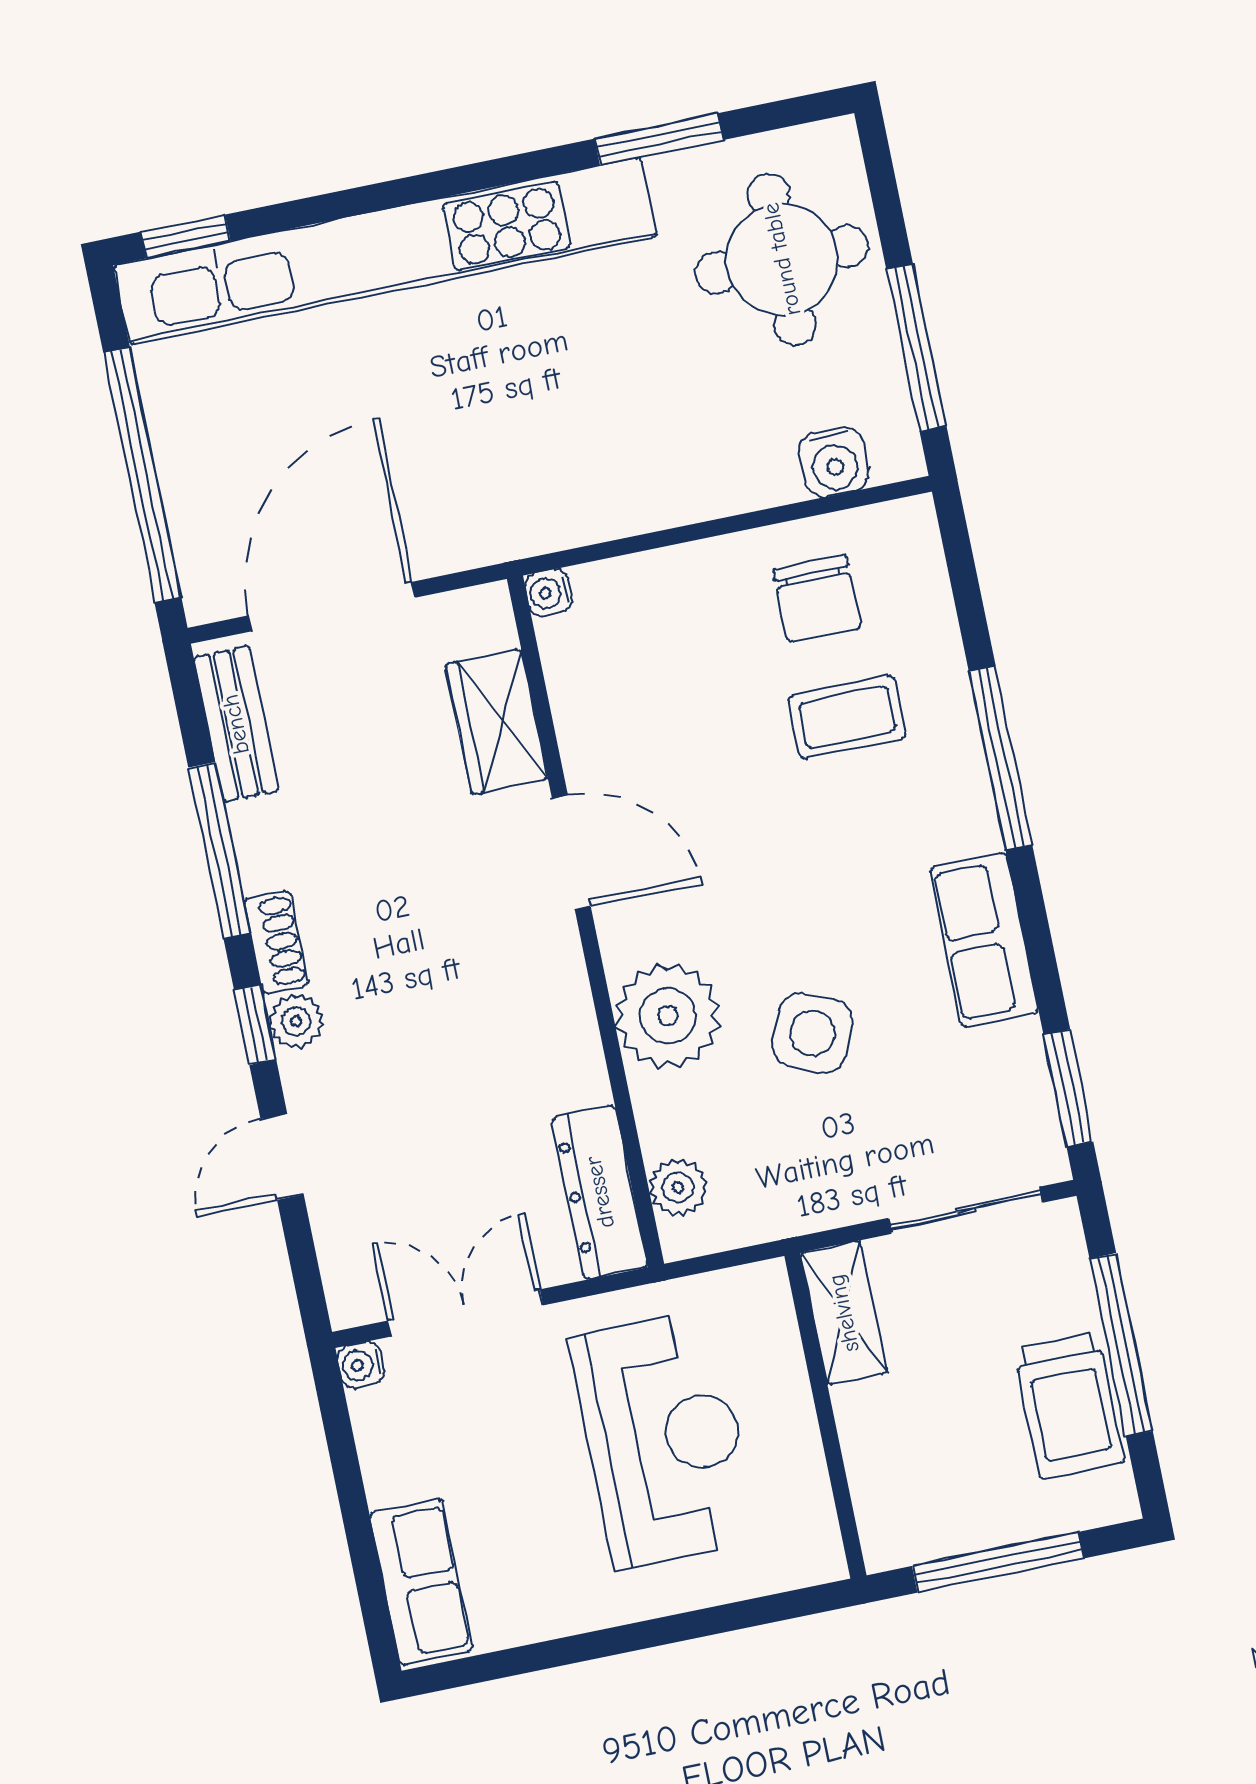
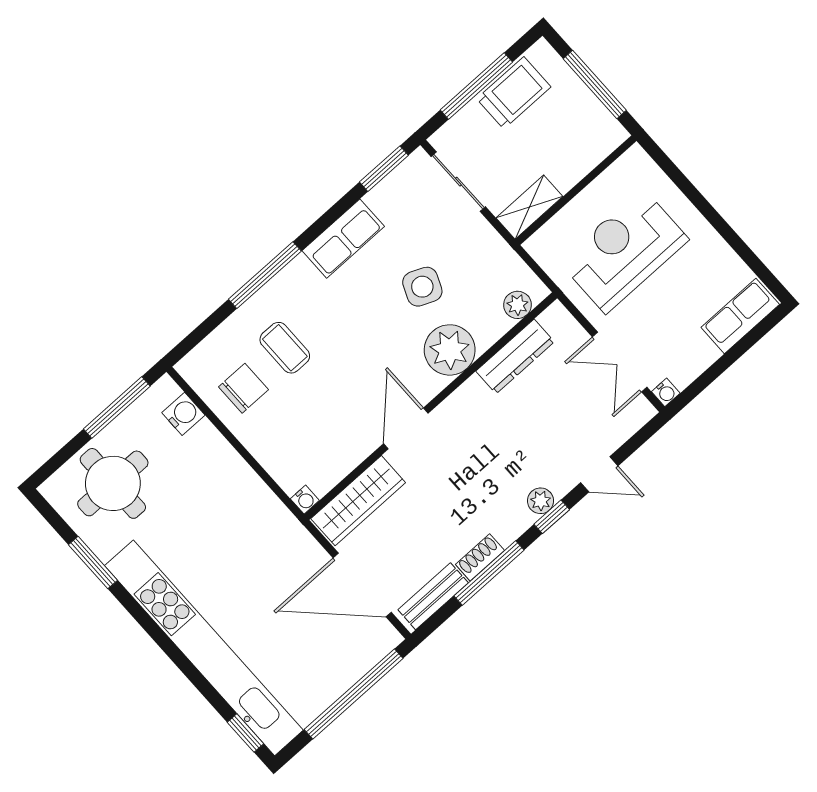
wardrobe: (497, 721) -> (358, 501), width x1.50
shoe rack: (276, 942) -> (480, 557), moved
dresser: (600, 1192) -> (515, 356), moved

